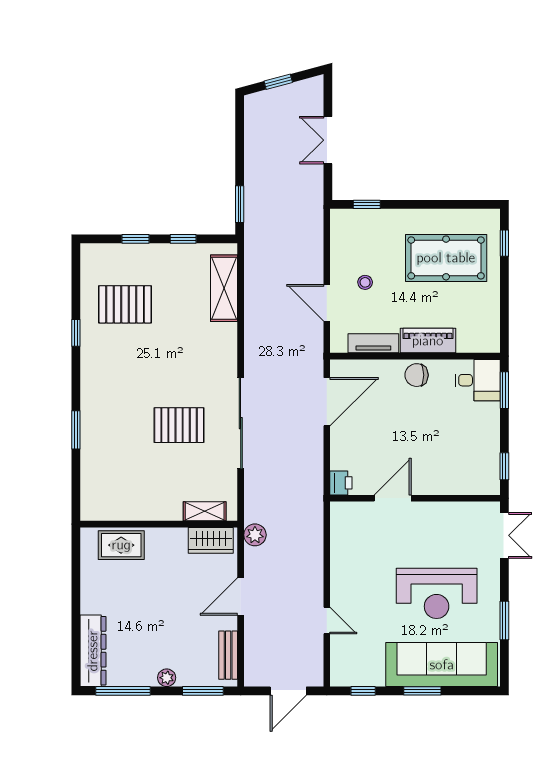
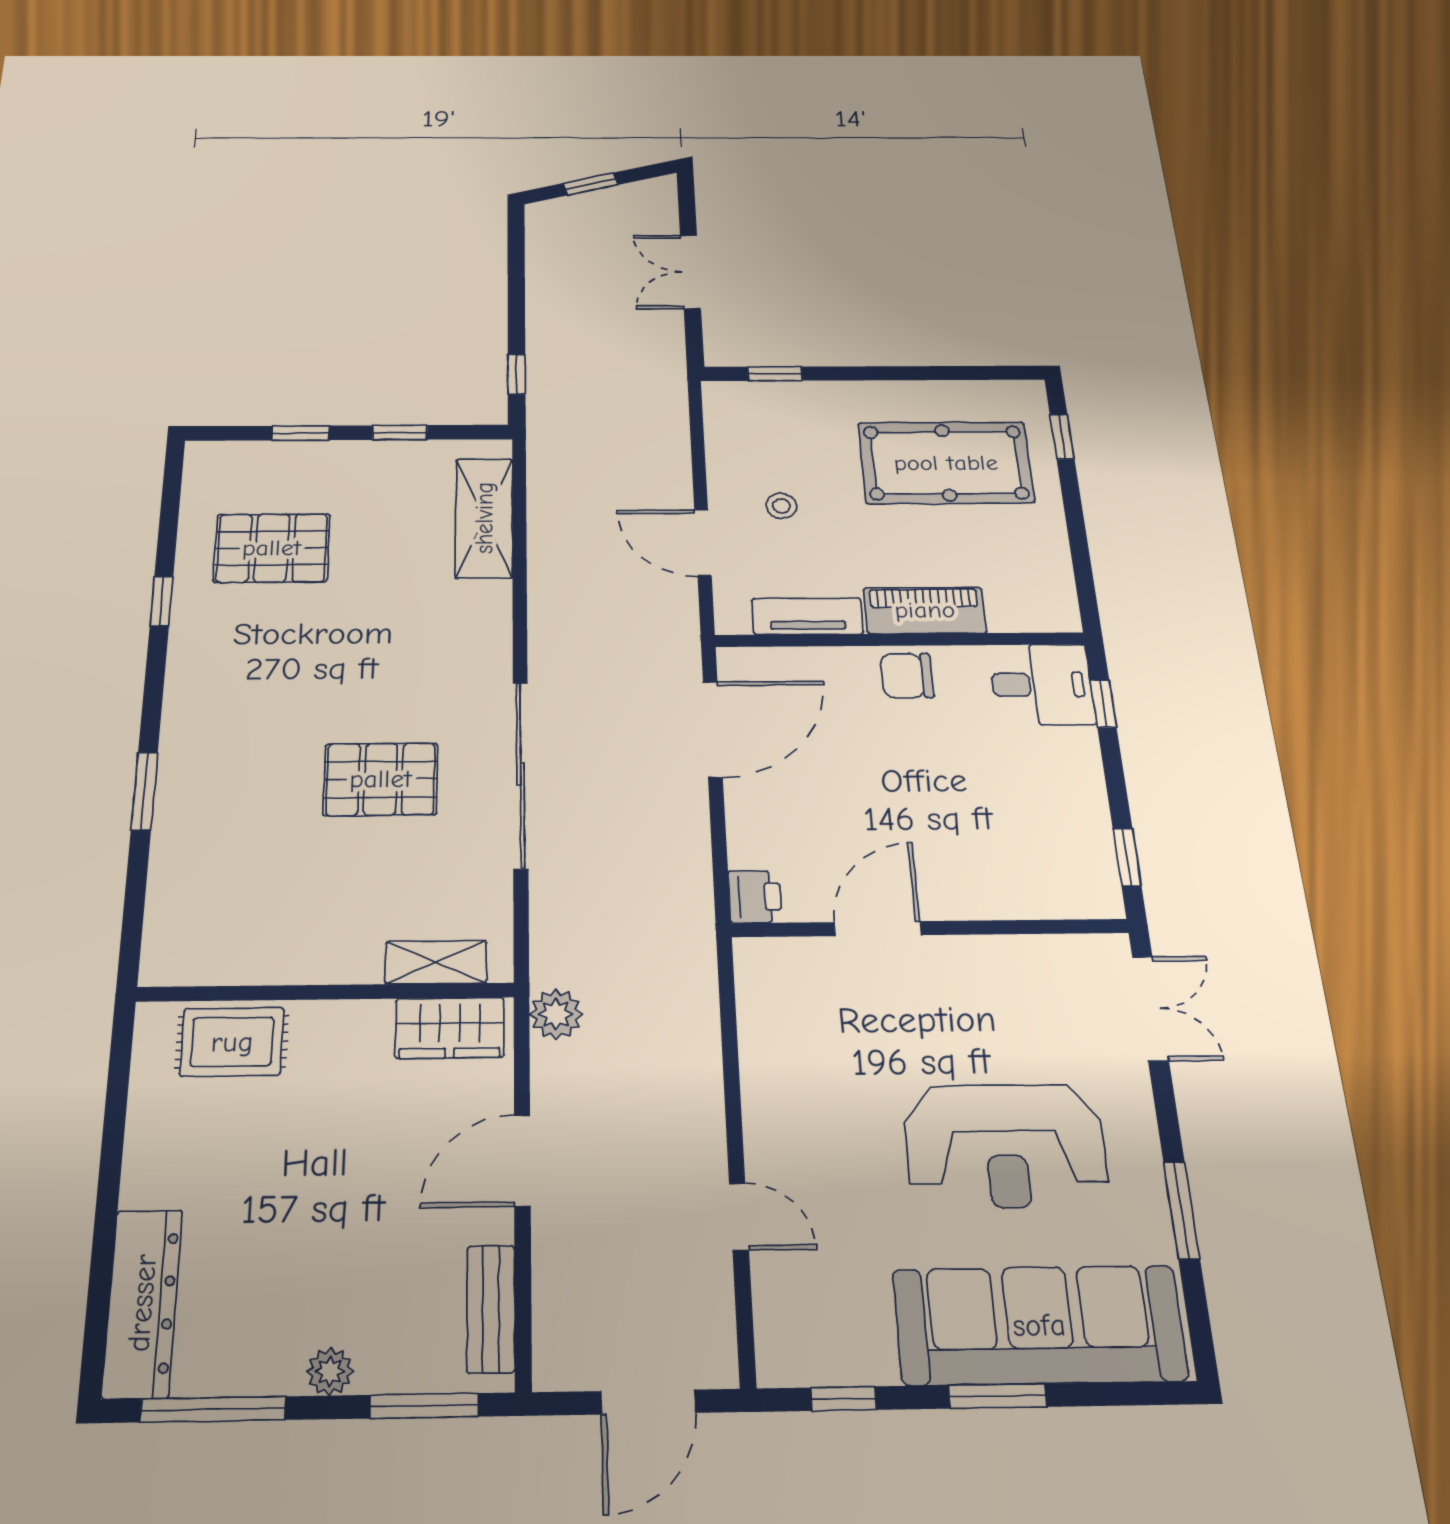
window: (240, 204) -> (517, 374), width x0.67
window: (504, 390) -> (1103, 704), width x0.67

